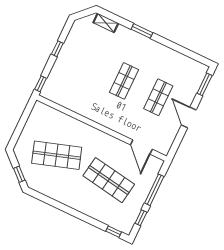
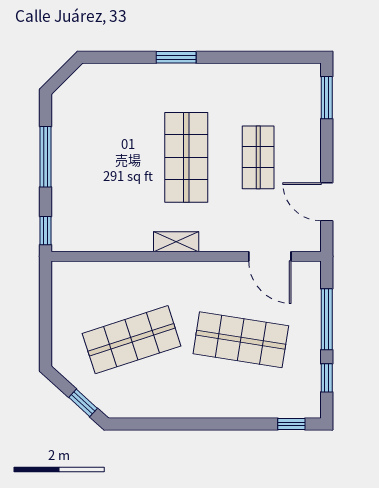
shelving: (106, 23) -> (176, 242), moved
window: (57, 49) -> (46, 157), width x2.17
shop shelf: (124, 81) -> (186, 157), width x1.43, depth x1.36
door: (189, 117) -> (327, 202), moved

